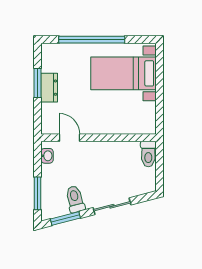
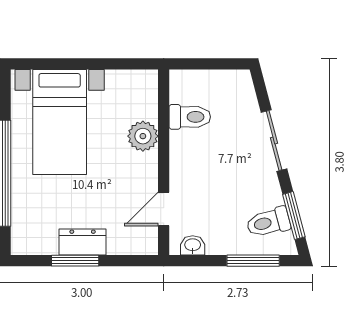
plant: (115, 125) -> (143, 136), added
toilet: (148, 154) -> (190, 117), moved
toilet: (75, 199) -> (268, 222), moved

